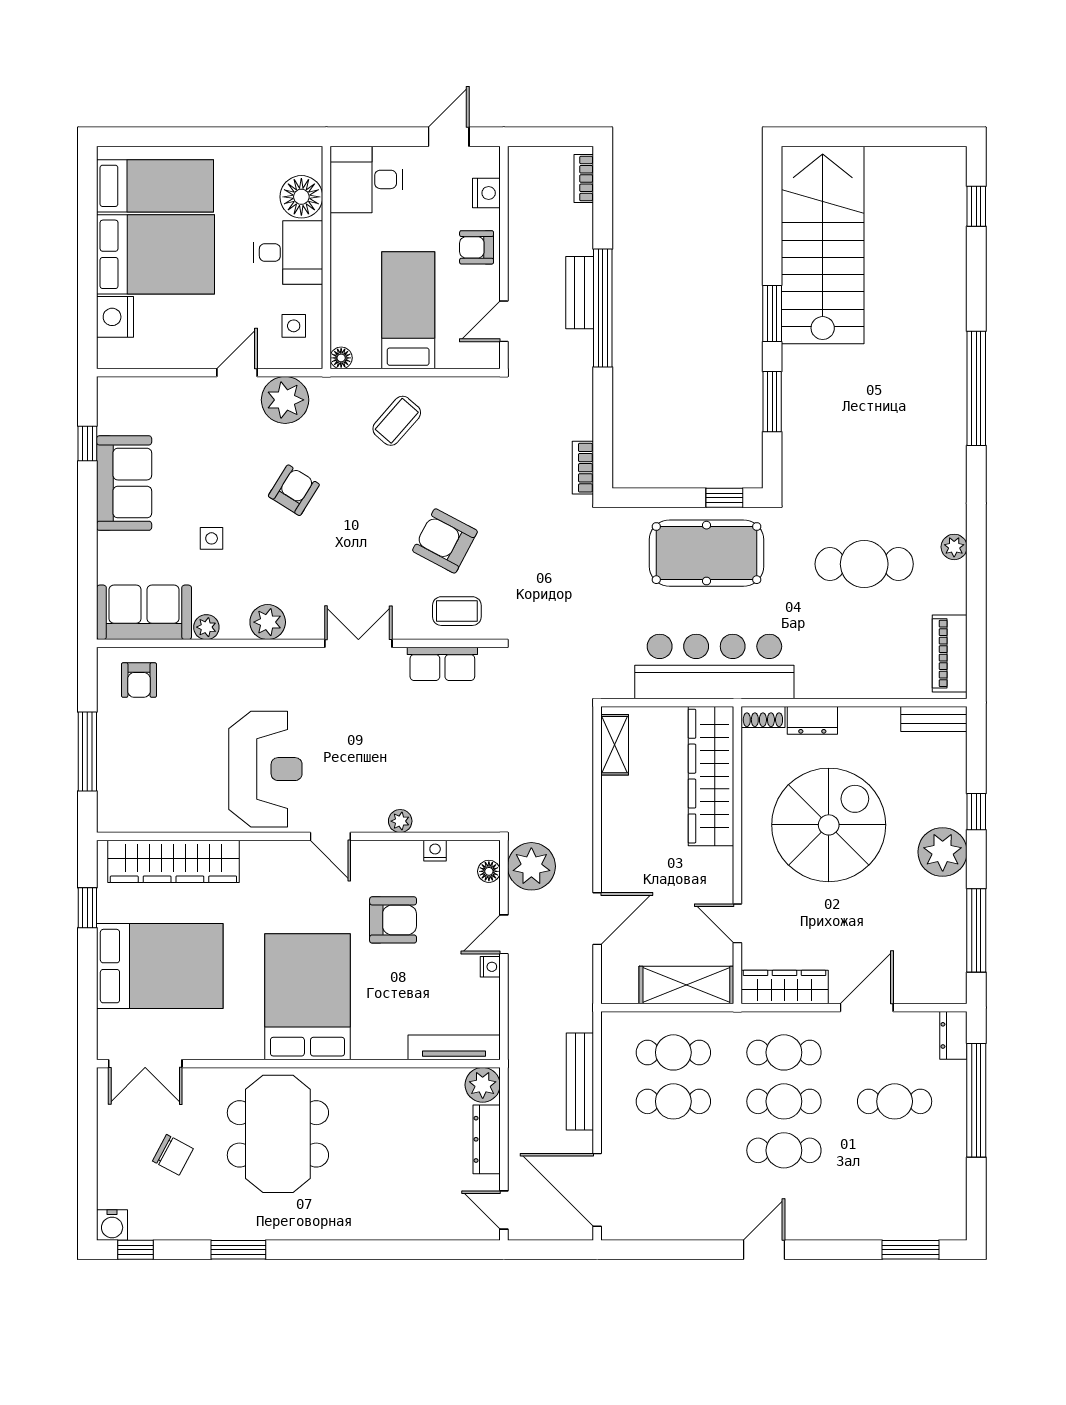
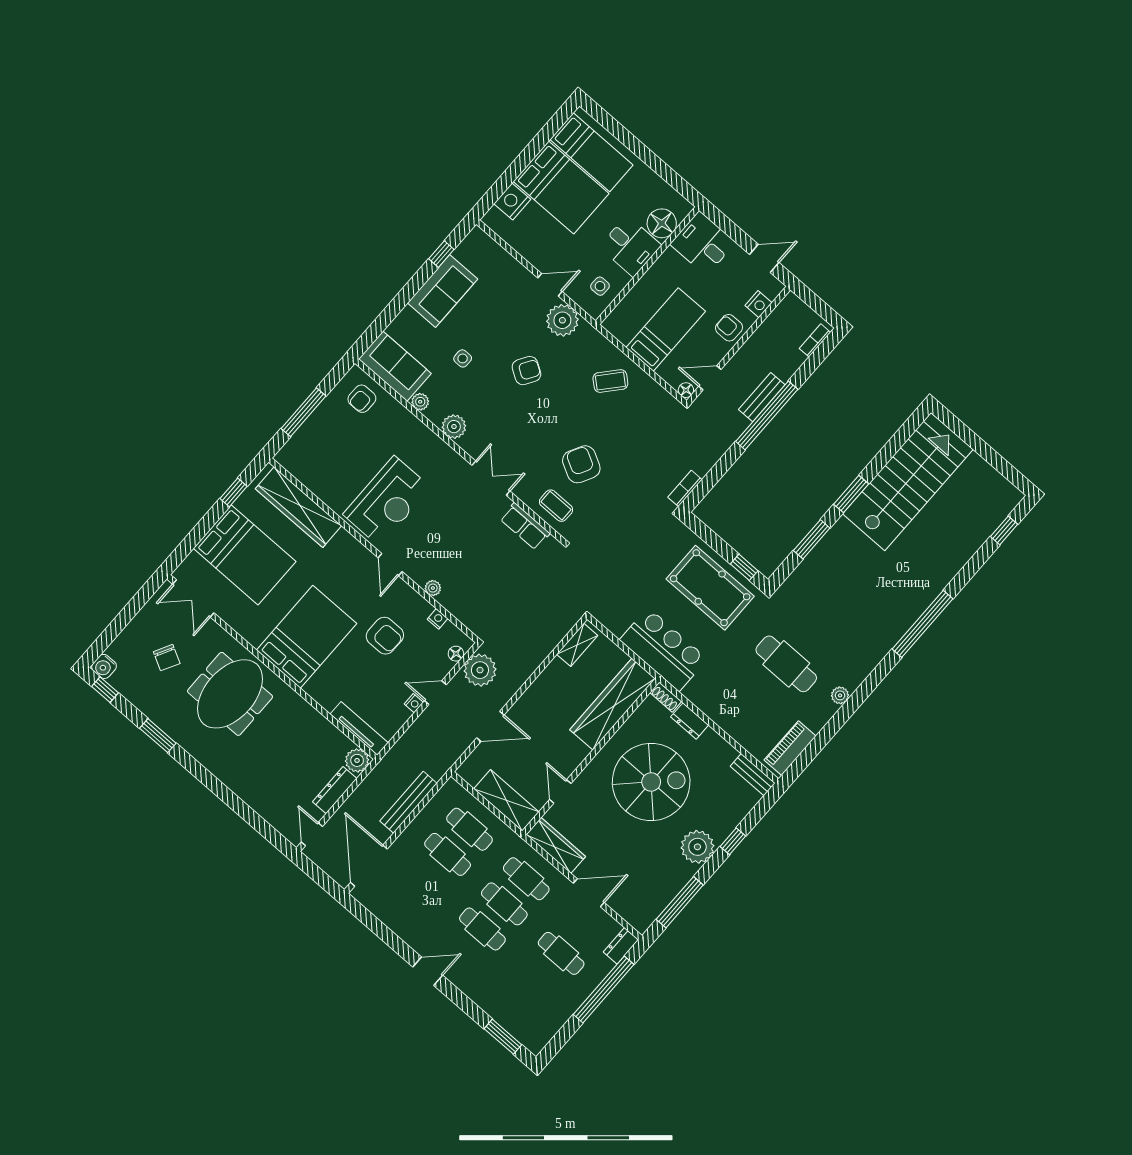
floor lamp: (341, 358) -> (686, 390), moved
bar counter: (714, 666) -> (663, 649), width x0.73

